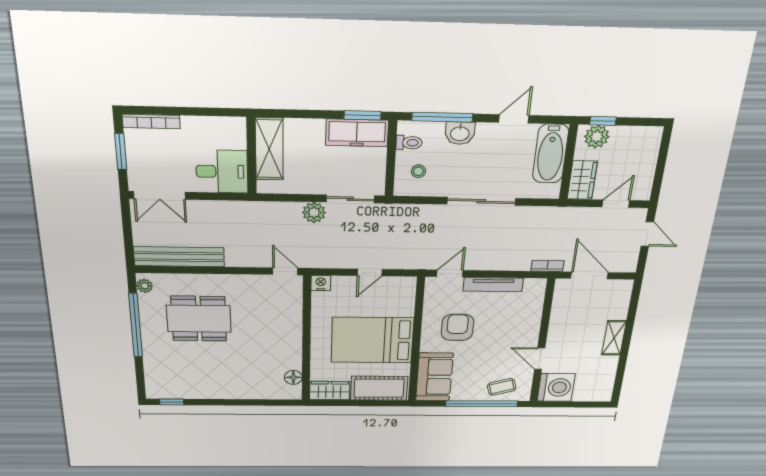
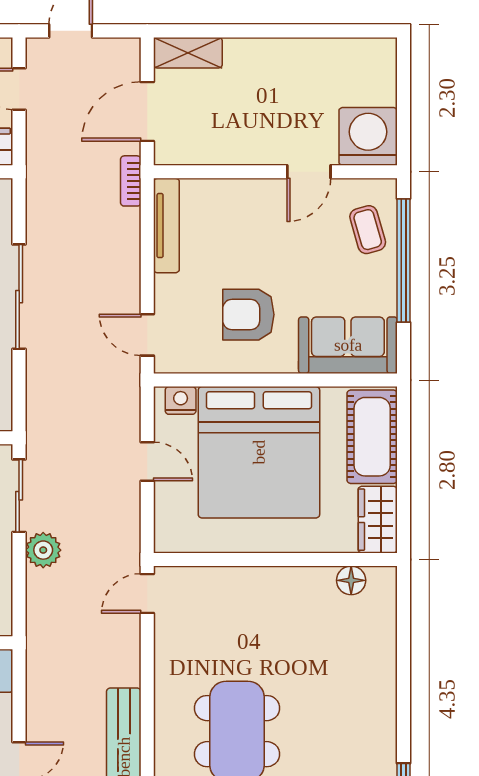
nightstand: (321, 283) -> (181, 400), moved, turned 90
tv unit: (493, 285) -> (166, 226), moved
shelving: (614, 338) -> (188, 53), moved
bed: (372, 340) -> (259, 452), width x1.36

